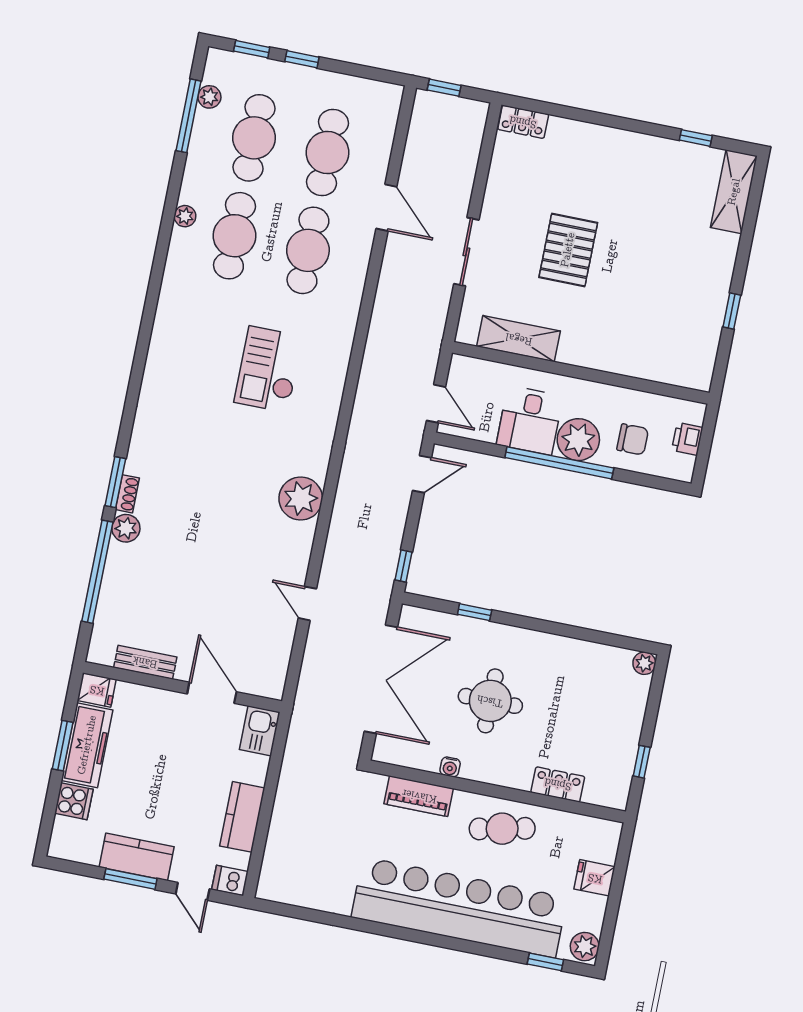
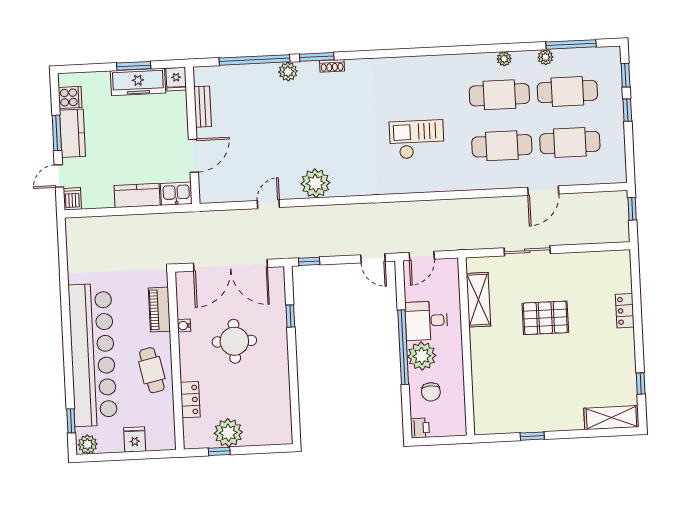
plant: (209, 97) -> (545, 57), moved
locker: (523, 122) -> (625, 311), moved
printer: (687, 439) -> (420, 428), moved, turned 90
shoe rack: (127, 494) -> (332, 66), moved
plant: (301, 499) -> (315, 183), moved
plant: (644, 663) -> (228, 433), moved, width x1.87, depth x1.87
cooker: (74, 801) -> (70, 97), moved, turned -90
kitchen counter: (242, 817) -> (137, 195), moved

